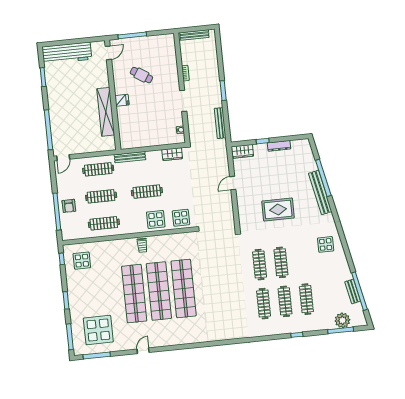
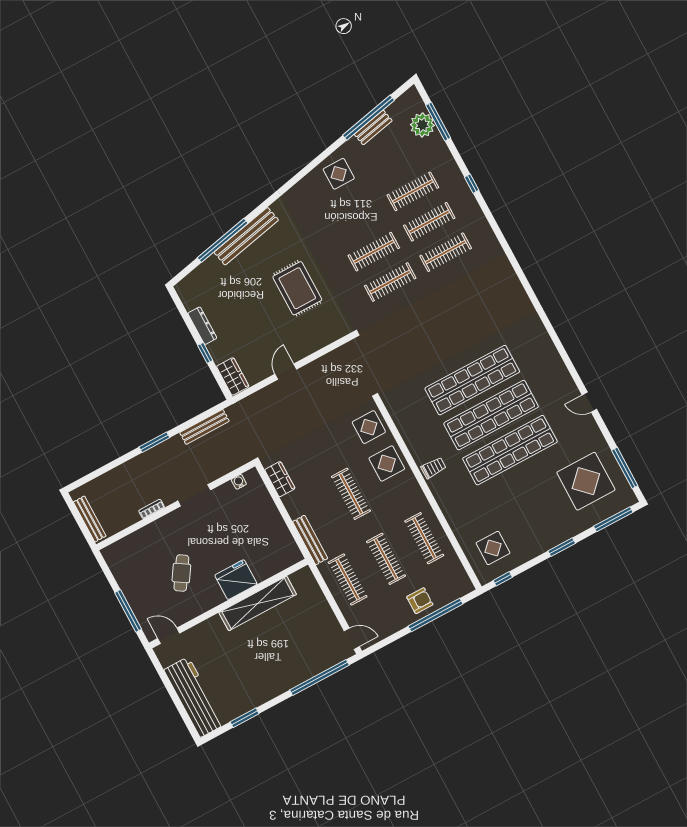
fridge: (122, 100) -> (236, 580), width x1.88, depth x1.34
door: (233, 183) -> (286, 372), swing flipped
display table: (326, 244) -> (339, 174), moved

